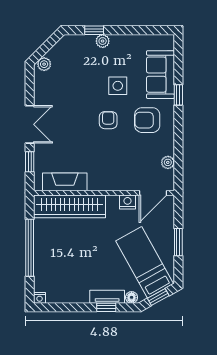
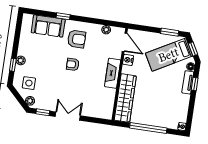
side table: (118, 86) -> (29, 83), moved
armchair: (147, 120) -> (77, 39), turned -90
window: (30, 162) -> (43, 112), moved
fireplace: (65, 182) -> (113, 73), moved
window: (178, 242) -> (170, 32), moved

